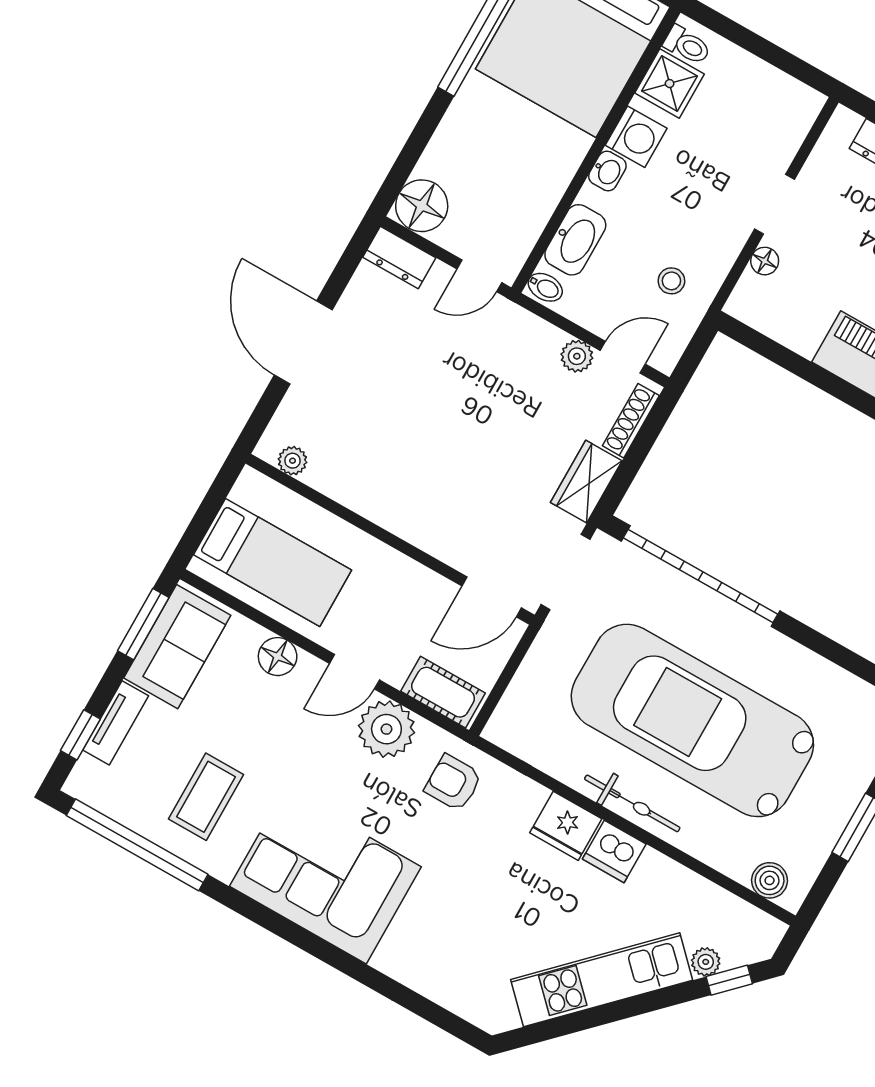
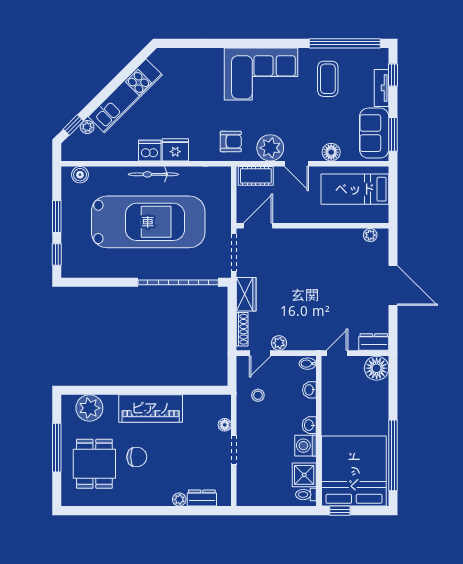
washbasin: (575, 240) -> (309, 390), width x0.52, depth x0.69
door: (354, 672) -> (296, 164), swing flipped

